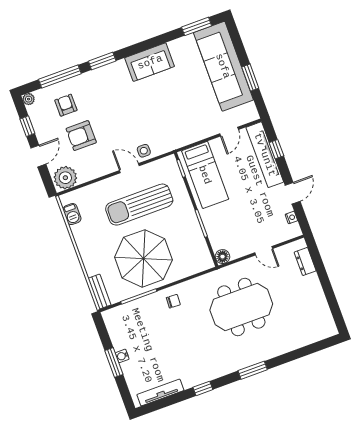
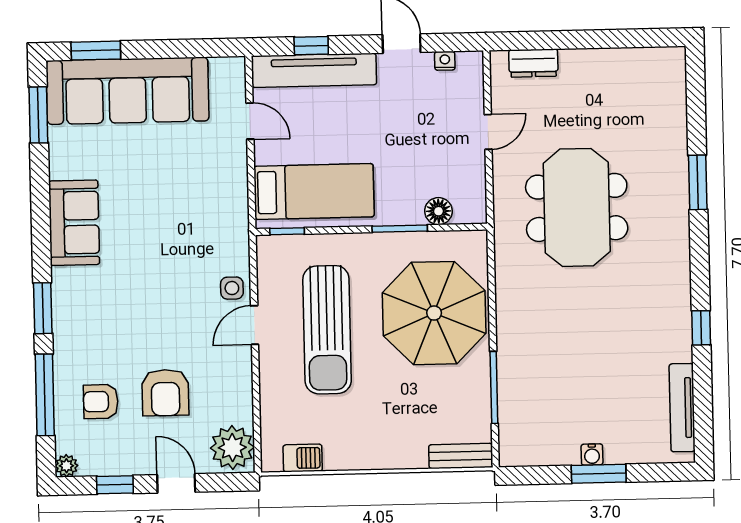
window: (250, 78) -> (96, 51), moved
floor lamp: (223, 257) -> (438, 211), moved
parasol: (143, 258) -> (434, 313), moved
chair: (173, 301) -> (524, 328), removed
window: (253, 370) -> (698, 182), moved

